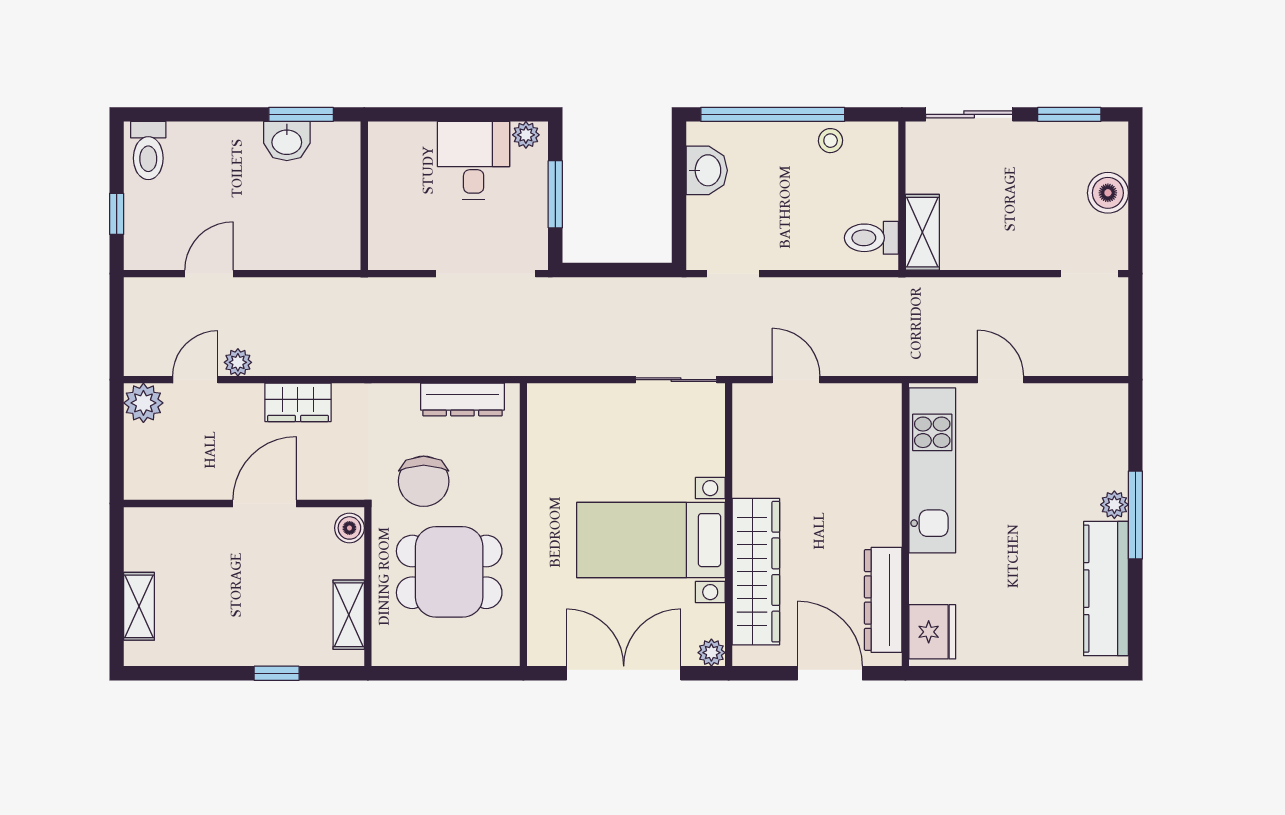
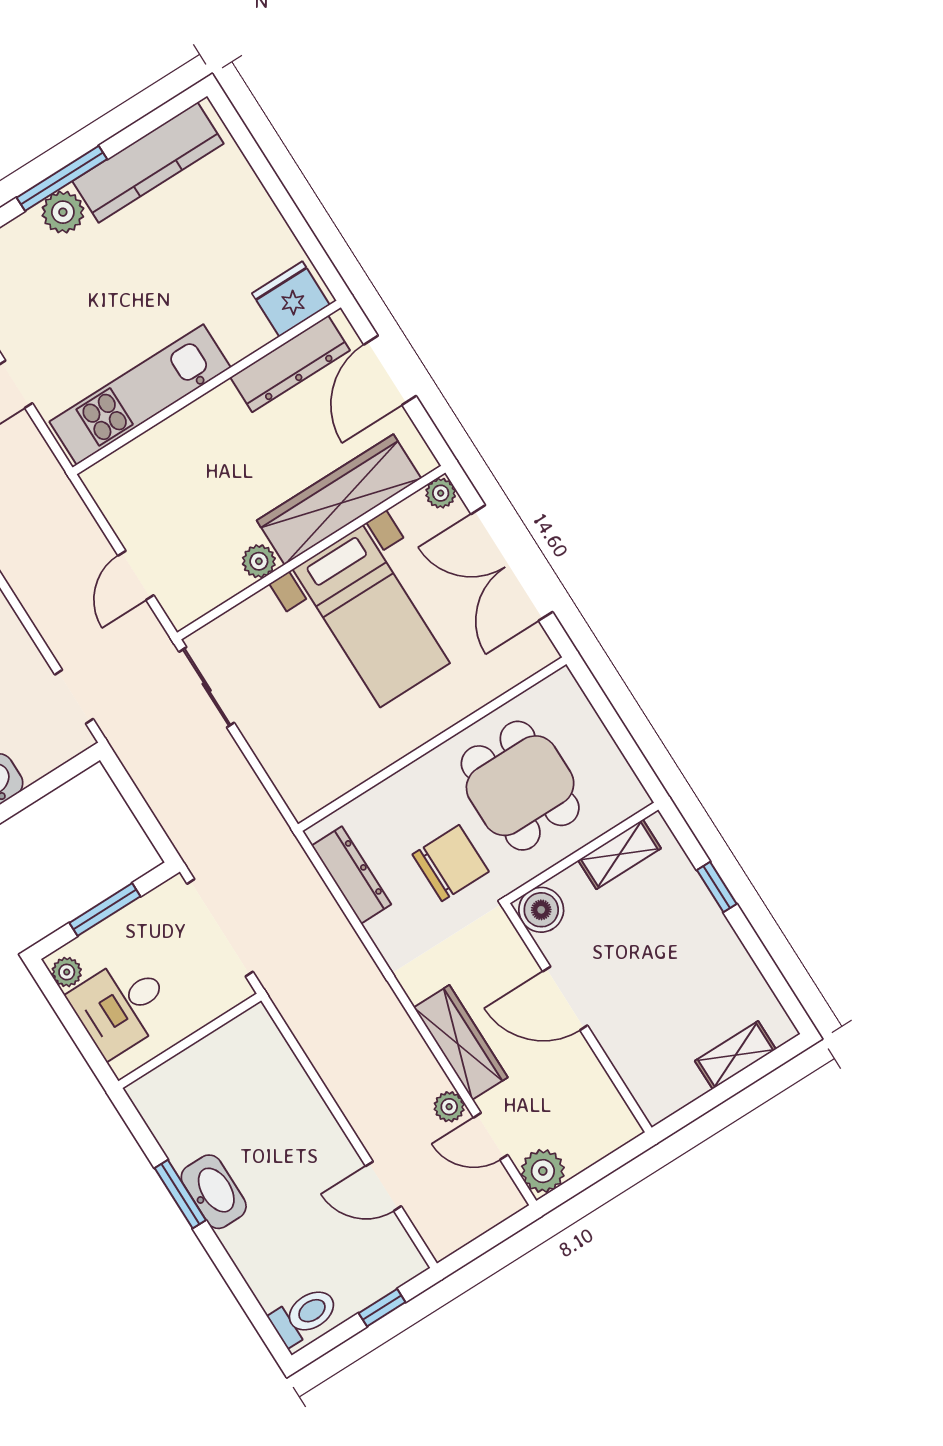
washbasin: (287, 141) -> (214, 1192), width x1.38
wall: (364, 196) -> (190, 1041), moved
wardrobe: (298, 402) -> (461, 1042), width x1.50
plant: (747, 481) -> (259, 561), added
plant: (1114, 505) -> (63, 212), width x1.38, depth x1.38
boiler: (349, 528) -> (541, 910), width x1.36, depth x1.36

